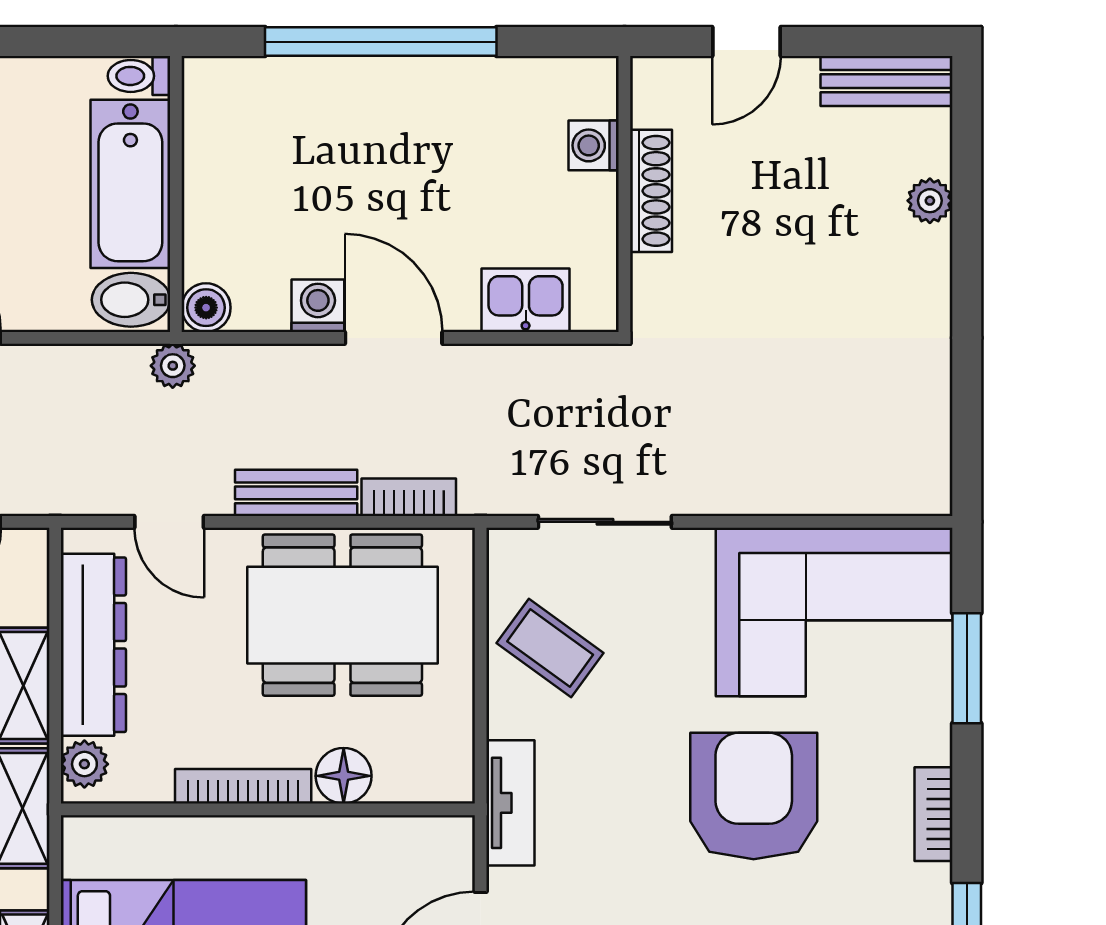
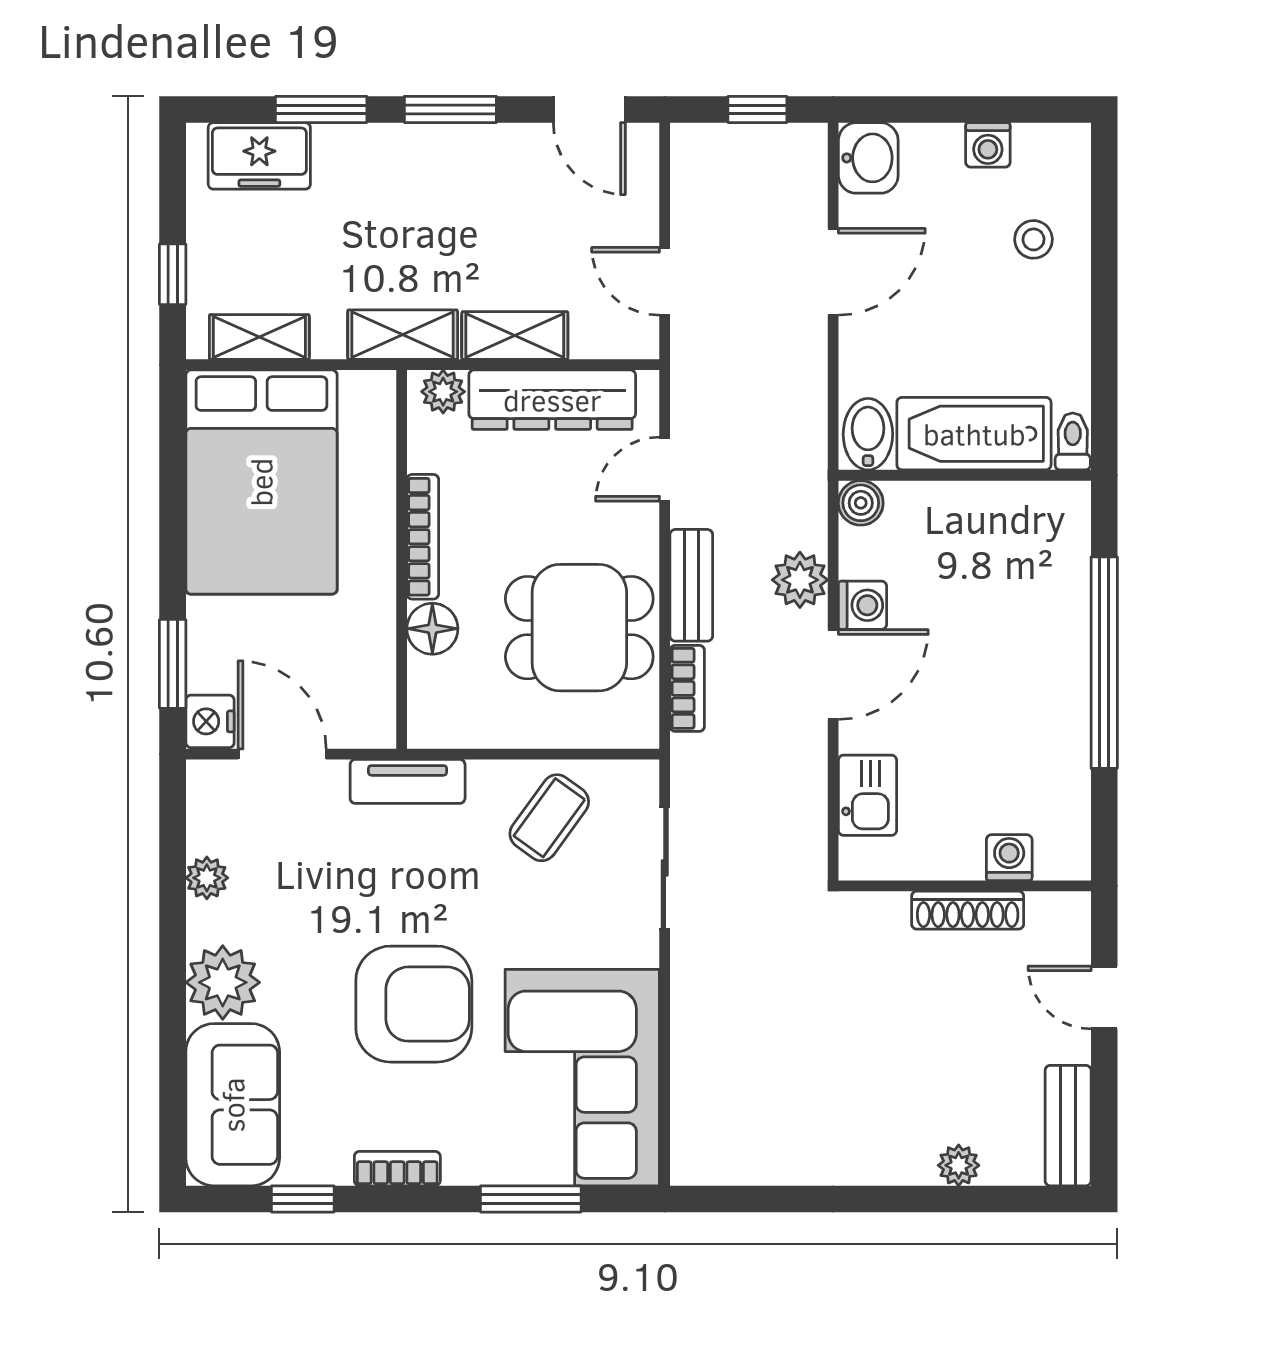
plant: (173, 366) -> (800, 580), moved, width x1.38, depth x1.38
dining table: (342, 615) -> (579, 628), width x0.73

